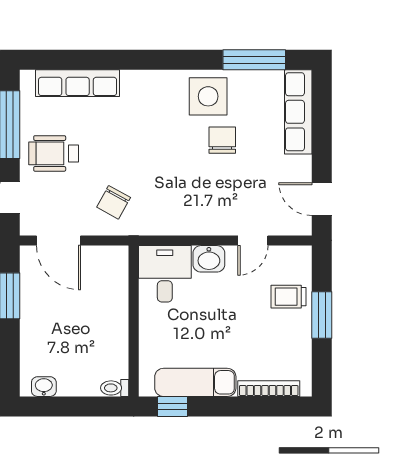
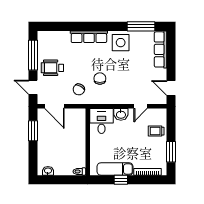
row of seats: (78, 83) -> (89, 37), moved
chair: (222, 140) -> (100, 79), moved
window: (322, 315) -> (171, 152), moved
window: (172, 406) -> (121, 180), moved

